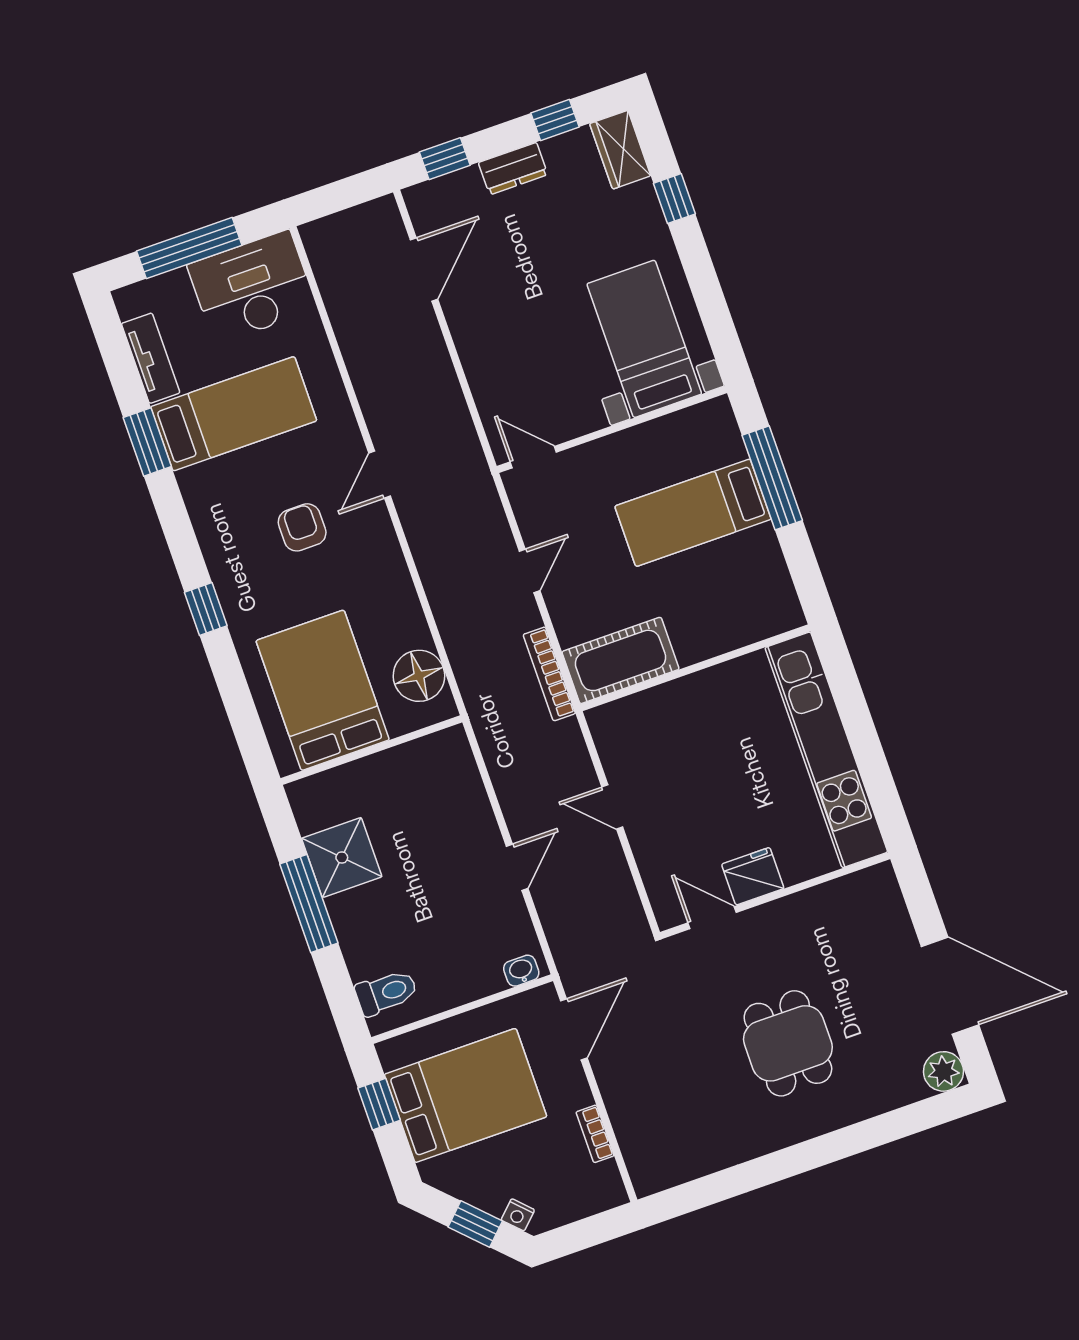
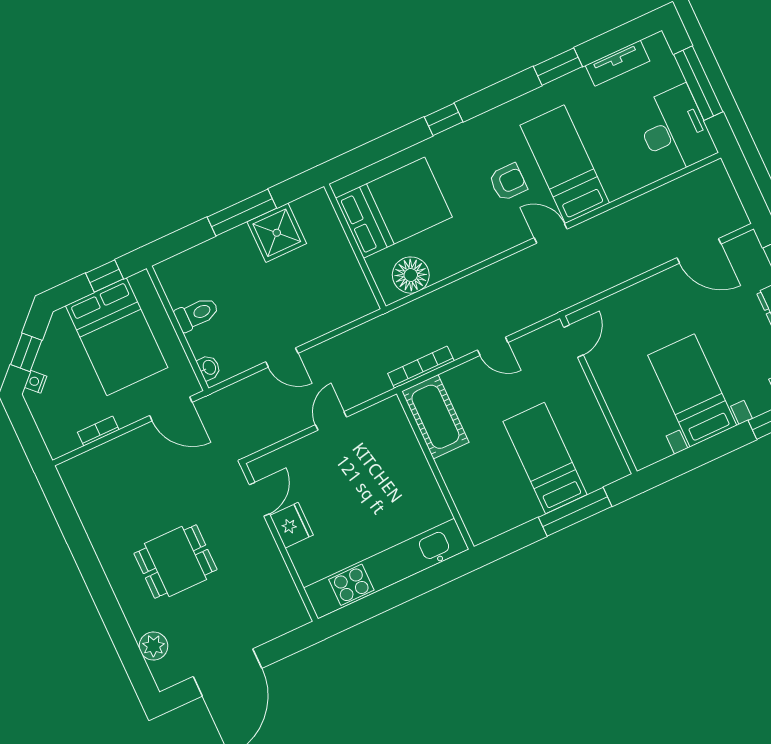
bed with nightstands: (644, 339) -> (692, 390), moved, turned -90
bed: (234, 414) -> (565, 164), moved, turned 180
toilet: (386, 992) -> (197, 314), moved, turned -90
plant: (943, 1071) -> (153, 646), moved

